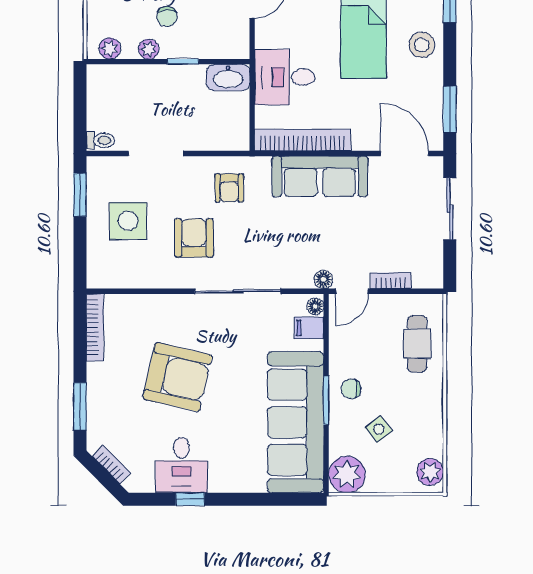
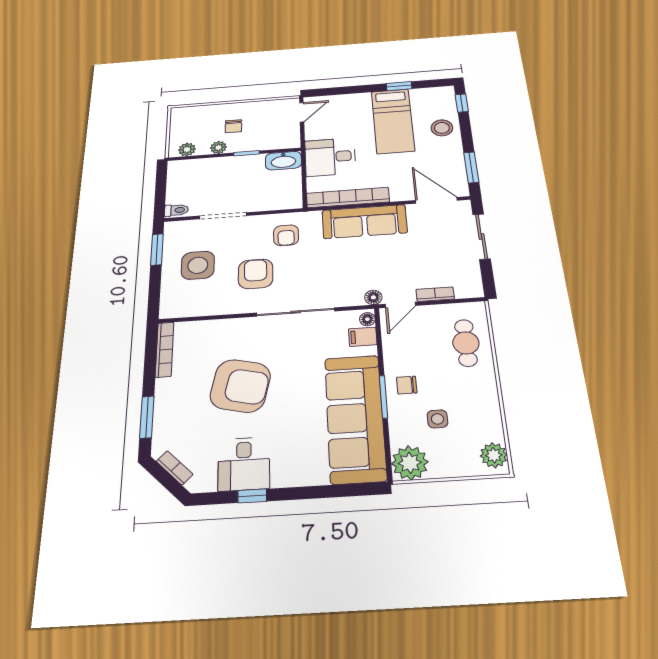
side table: (379, 429) -> (437, 419), turned 38

